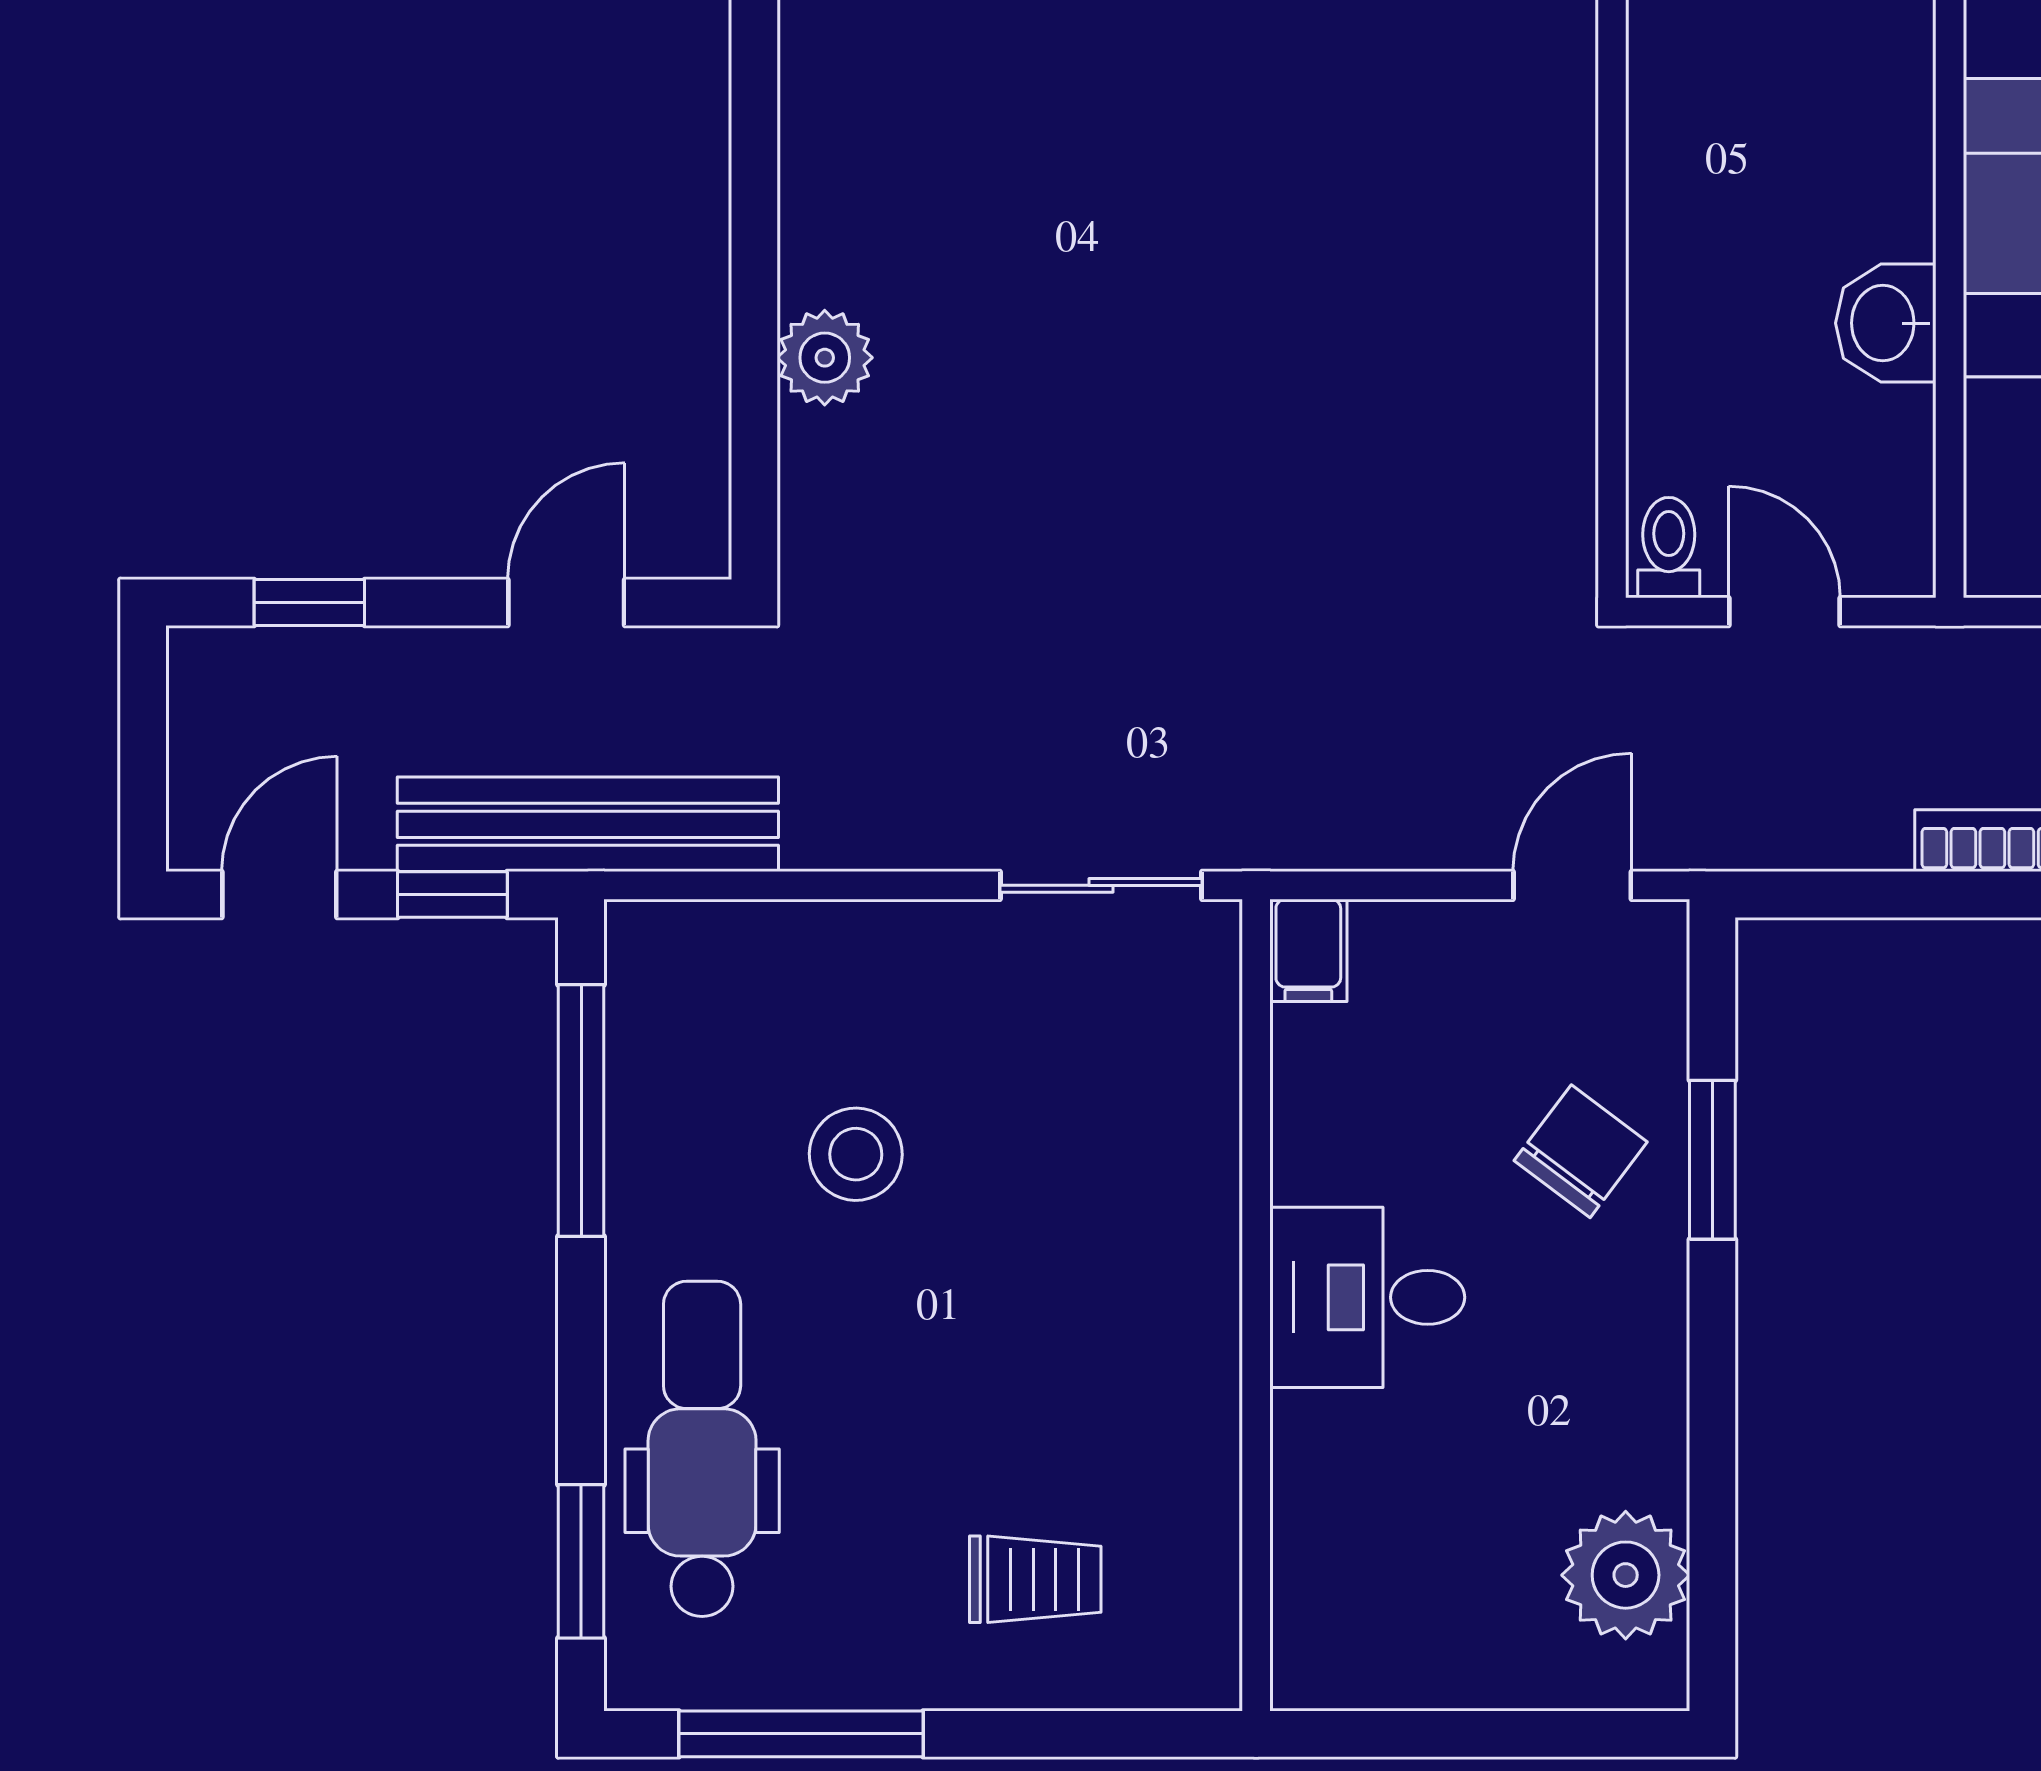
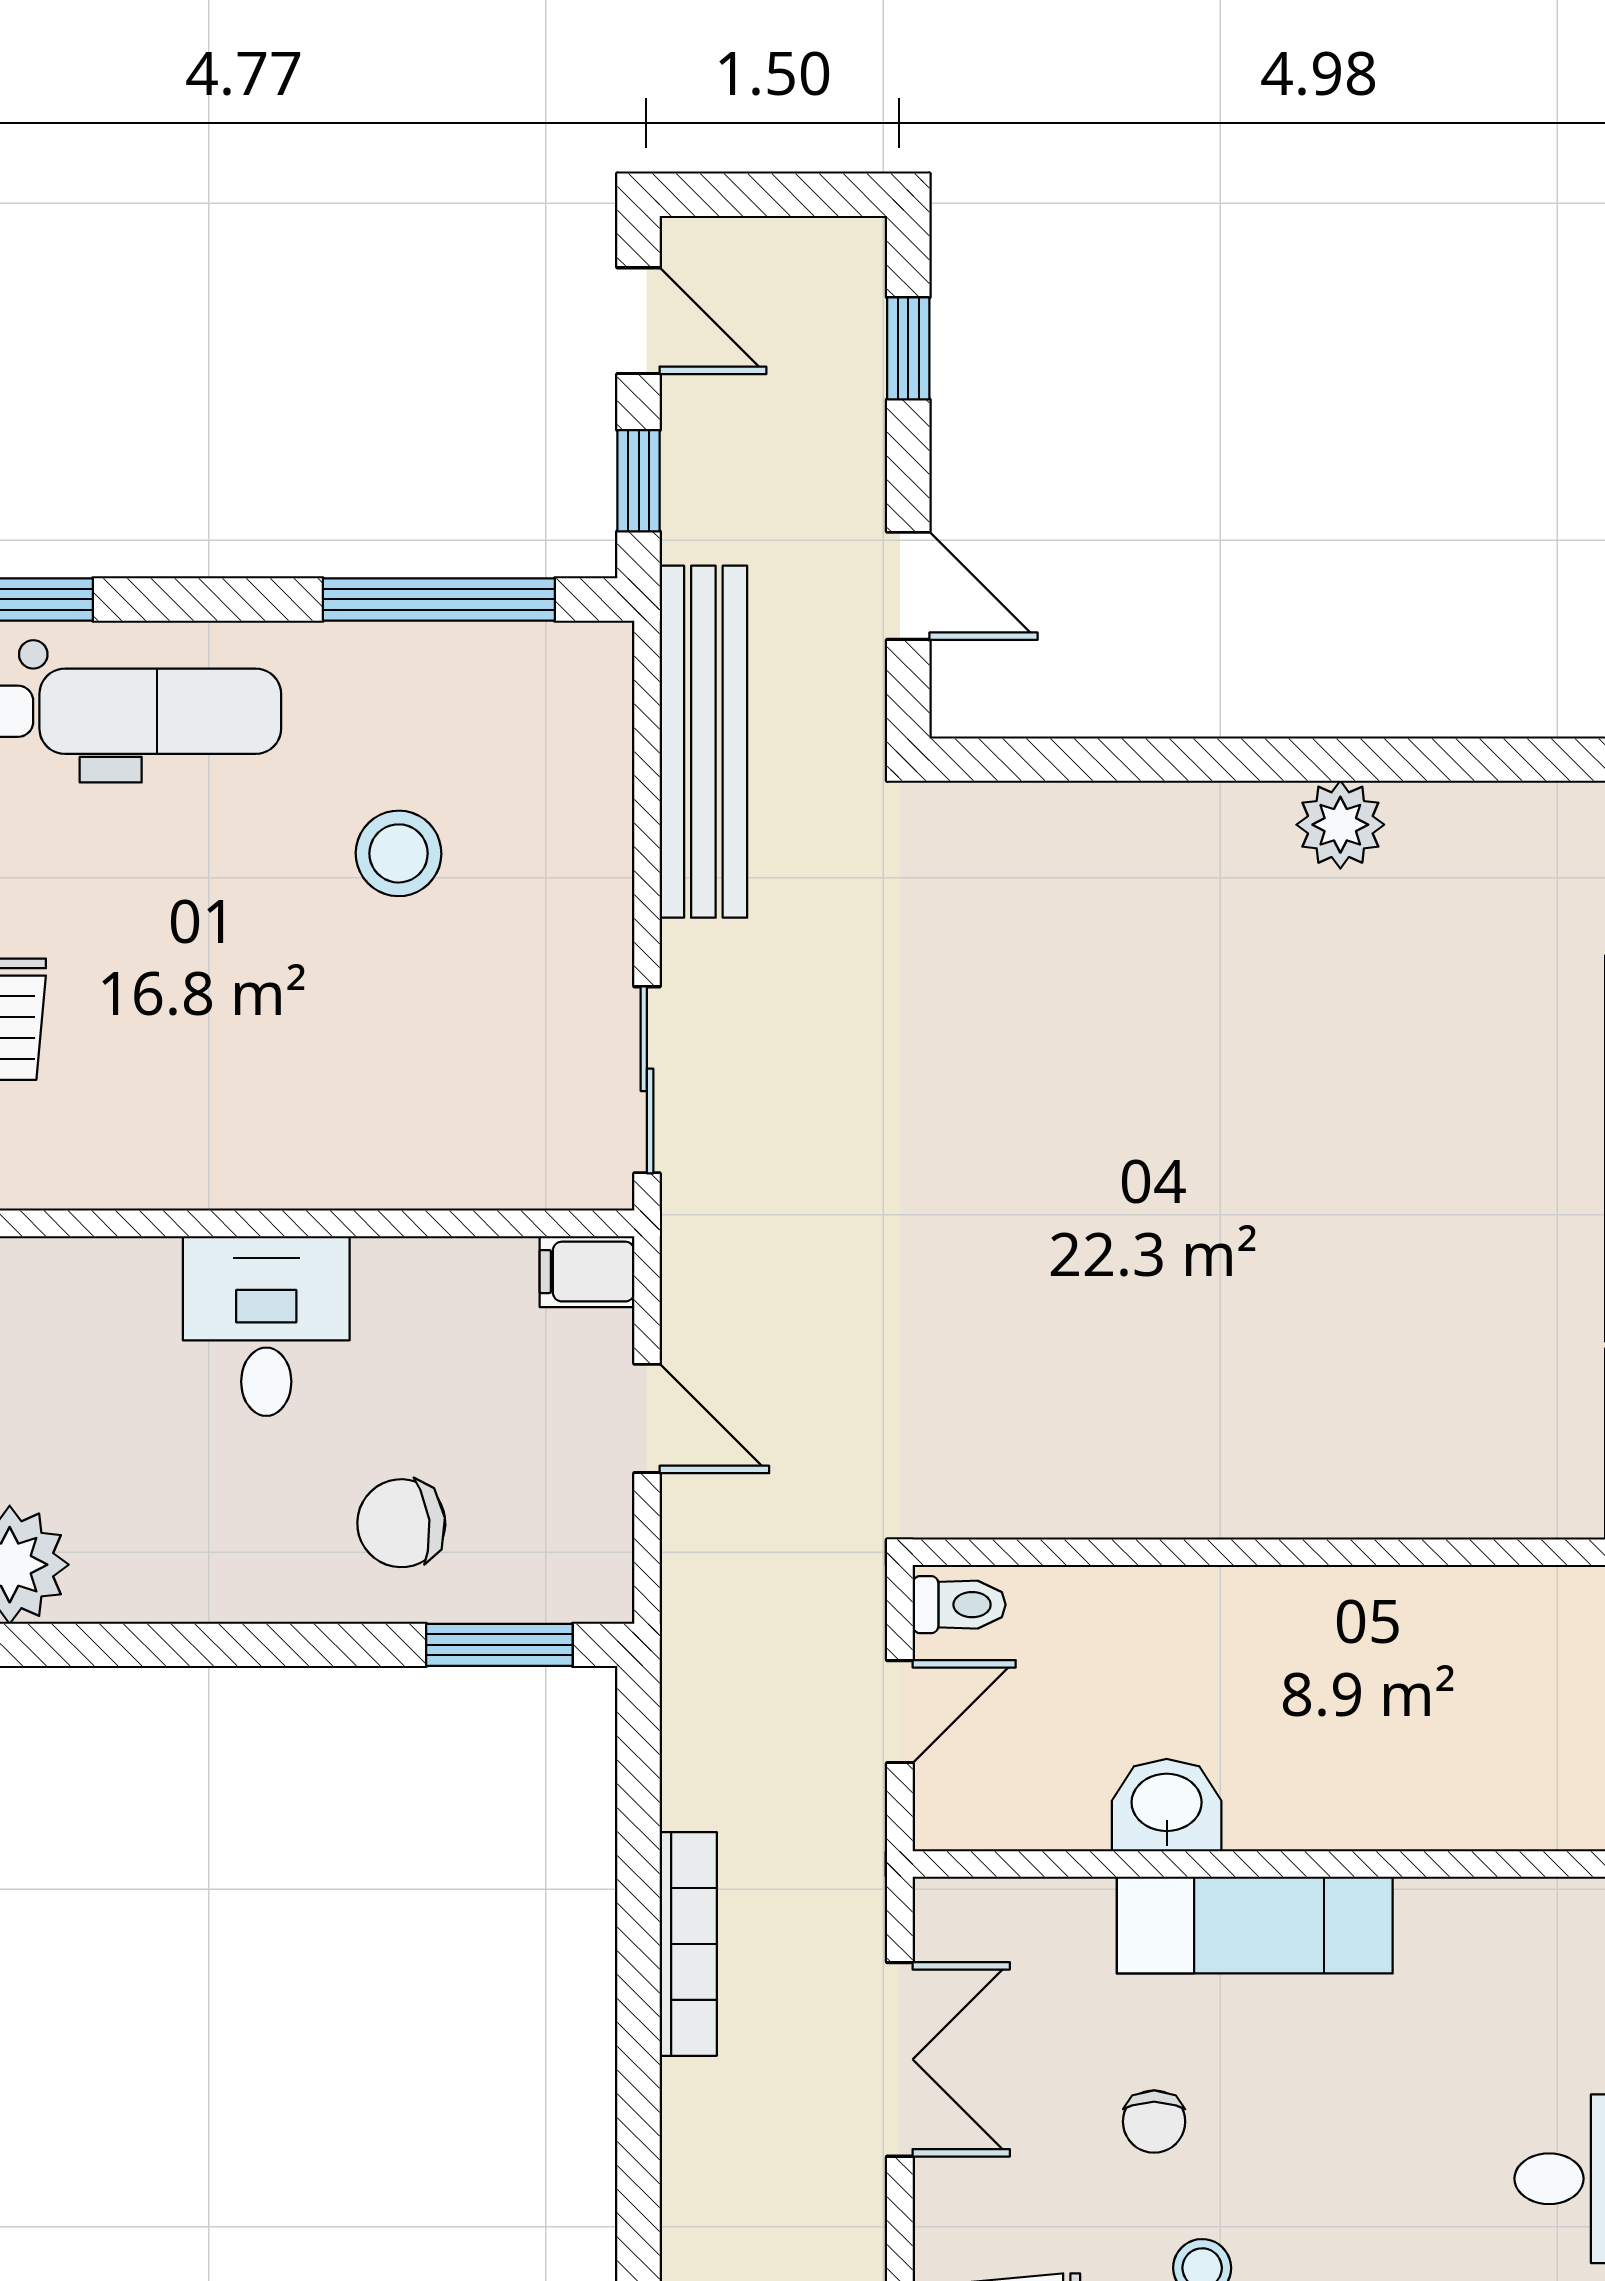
plant: (825, 358) -> (1340, 825), moved
bench: (588, 824) -> (703, 742), moved
door: (1572, 885) -> (647, 1418), moved
chair: (1581, 1151) -> (401, 1523), turned 136
window: (1712, 1160) -> (499, 1645), moved

